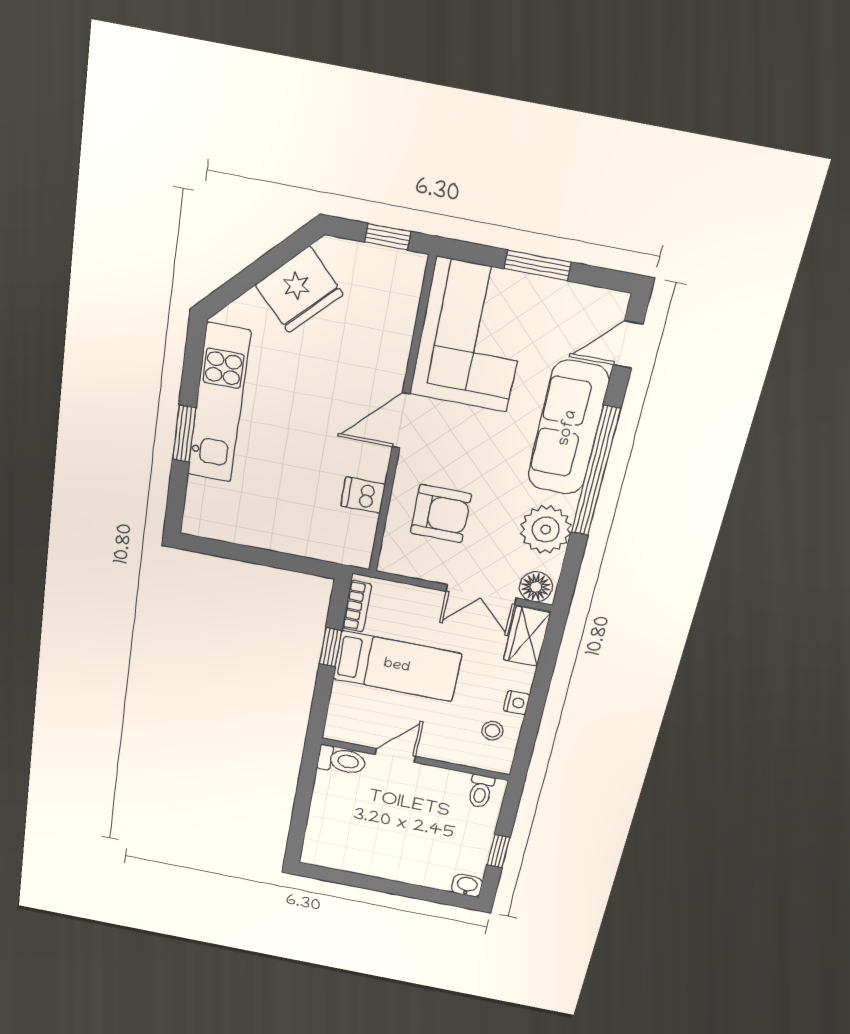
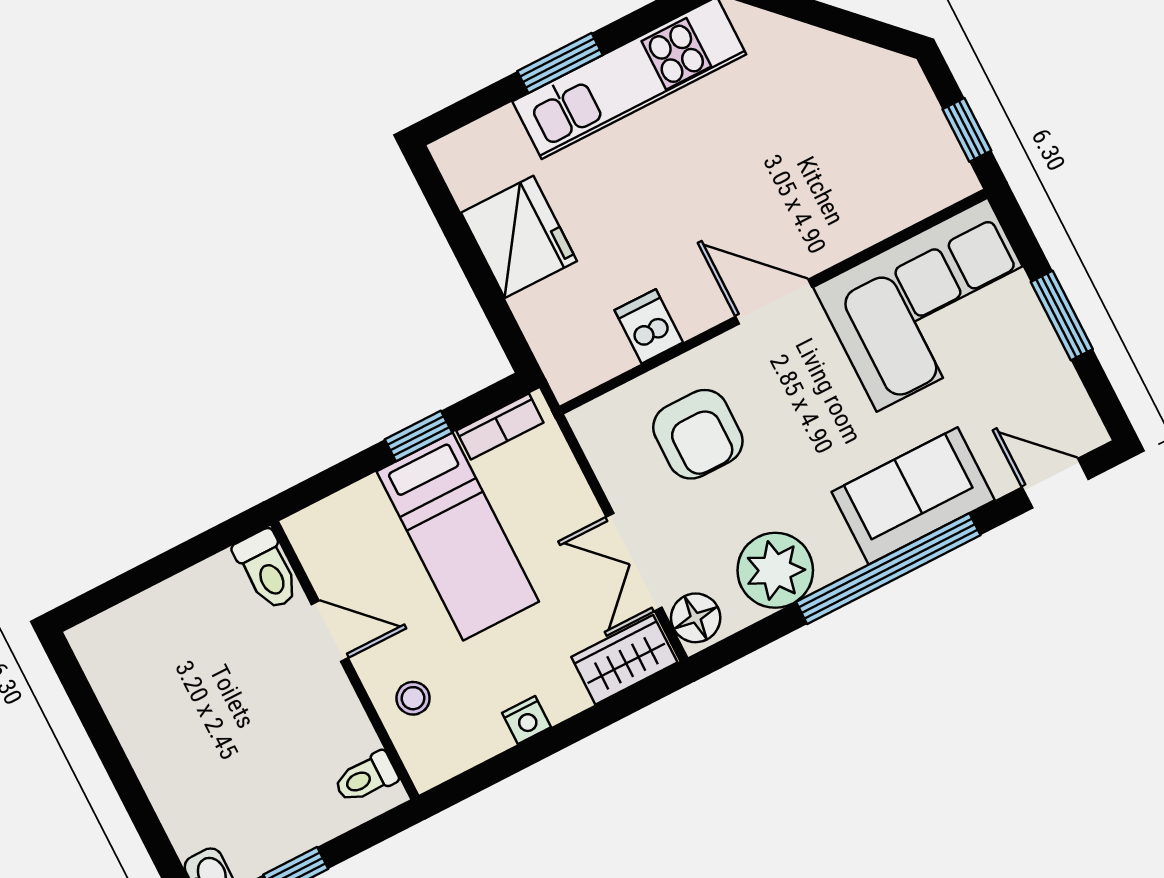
fridge: (299, 290) -> (519, 237), moved, turned -135
sofa: (568, 428) -> (913, 496), width x0.73
stool: (492, 731) -> (413, 698), moved

